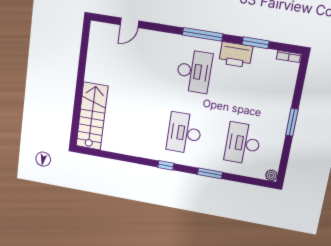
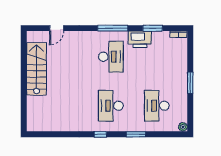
stairs: (92, 116) -> (36, 69), moved

